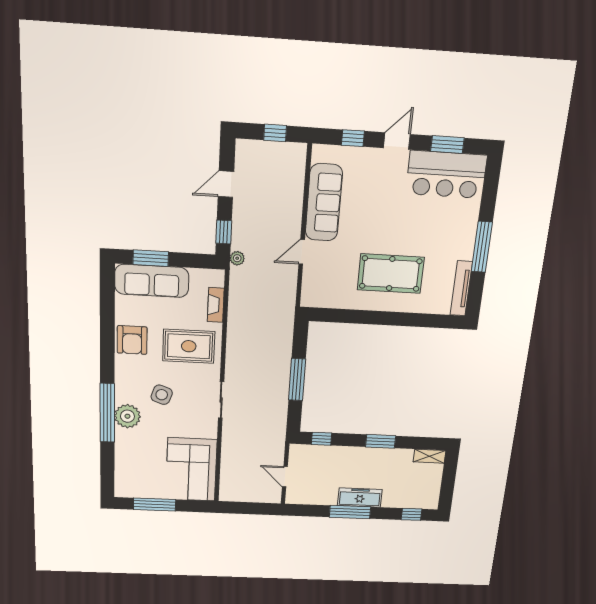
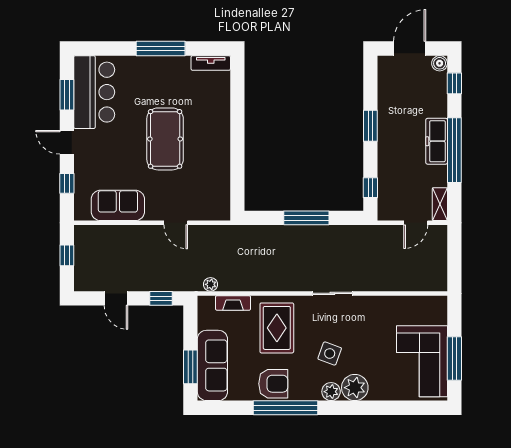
sofa: (324, 203) -> (118, 205), width x0.73
plant: (237, 258) -> (211, 284), moved
pool table: (391, 274) -> (165, 139), moved
tv unit: (461, 288) -> (211, 63), width x0.71
plant: (124, 394) -> (331, 392), added
window: (107, 413) -> (285, 408), moved
shelving: (430, 456) -> (440, 204), moved
corner sofa: (191, 470) -> (422, 361), moved, turned 90
door: (449, 478) -> (410, 48), added
boiler: (431, 503) -> (440, 63), added
window: (350, 512) -> (454, 150), width x1.46

